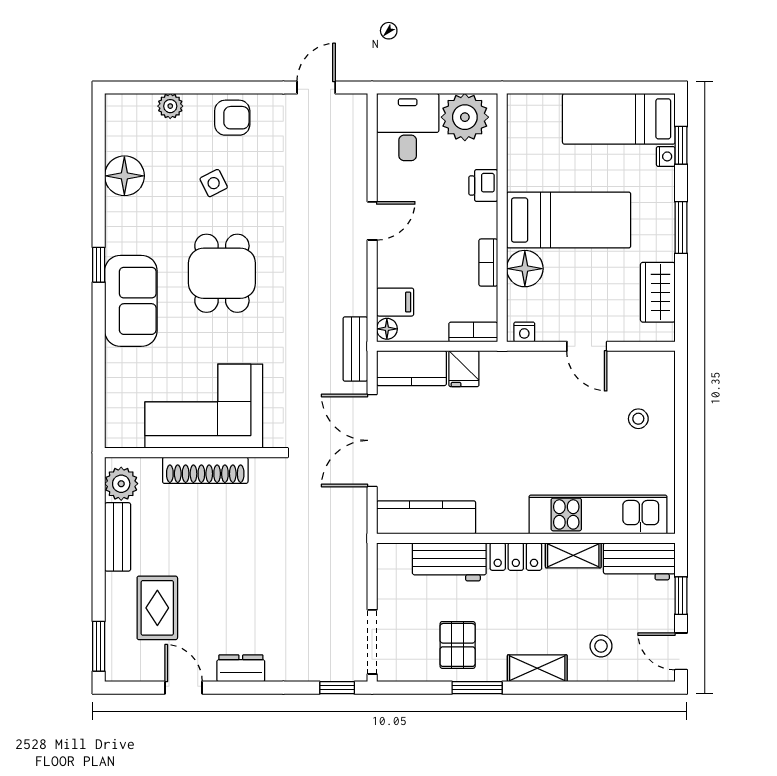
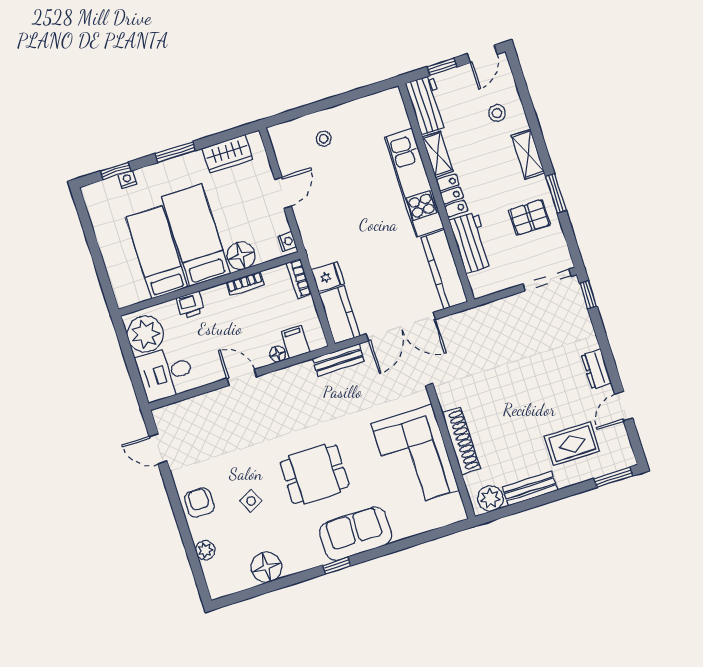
bed: (619, 119) -> (157, 252), moved, turned 180
floor lamp: (387, 329) -> (278, 354), moved
kitchen unit: (598, 514) -> (414, 183), moved

